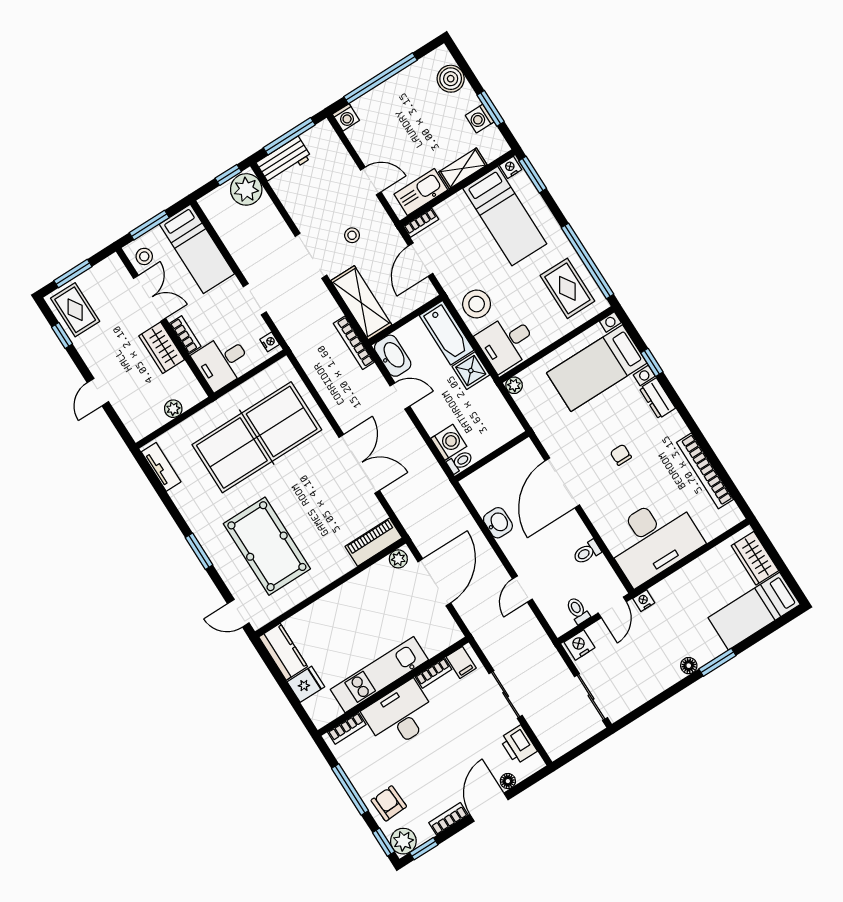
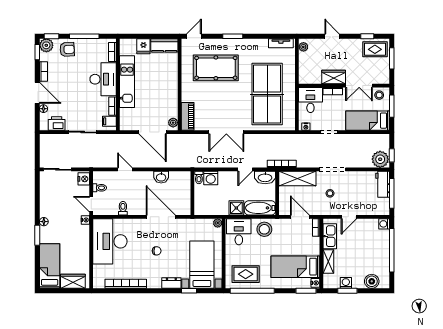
plant: (173, 409) -> (303, 47), moved

